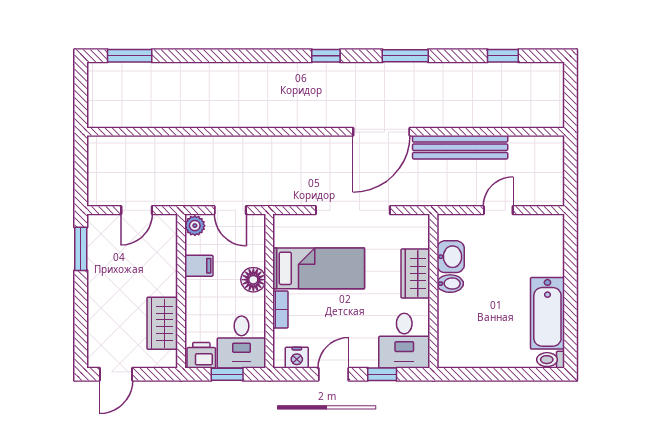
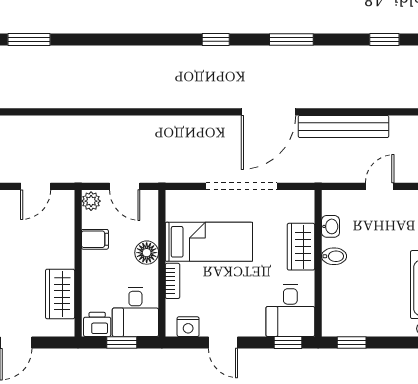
washbasin: (451, 257) -> (330, 226), width x0.72, depth x0.69
door: (333, 374) -> (223, 342), swing flipped
window: (382, 374) -> (288, 342), moved
window: (469, 374) -> (352, 342), added

